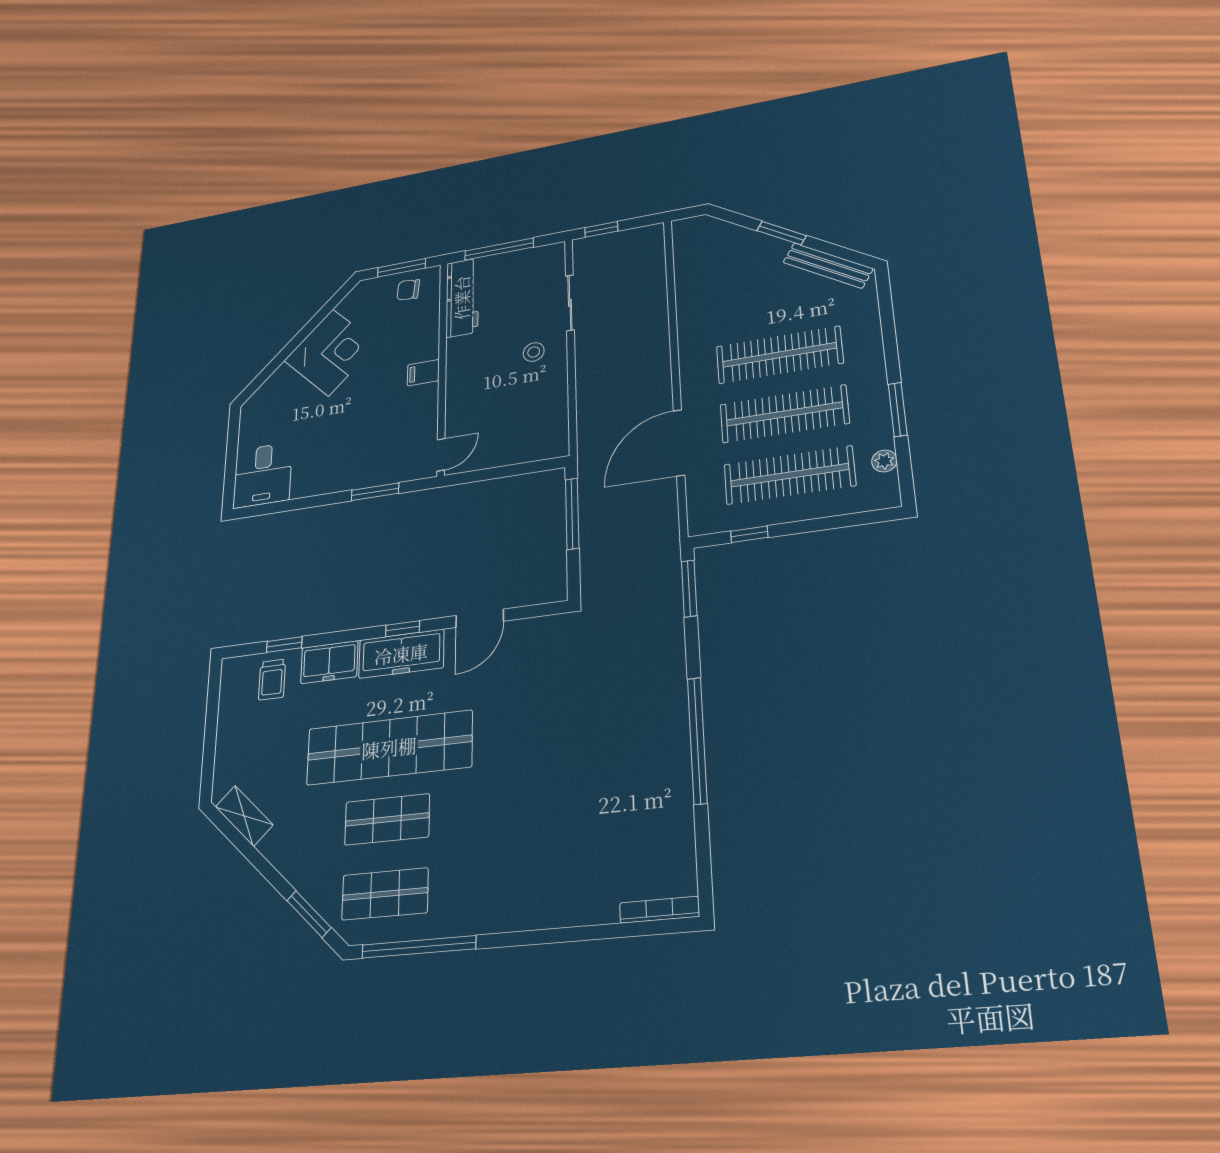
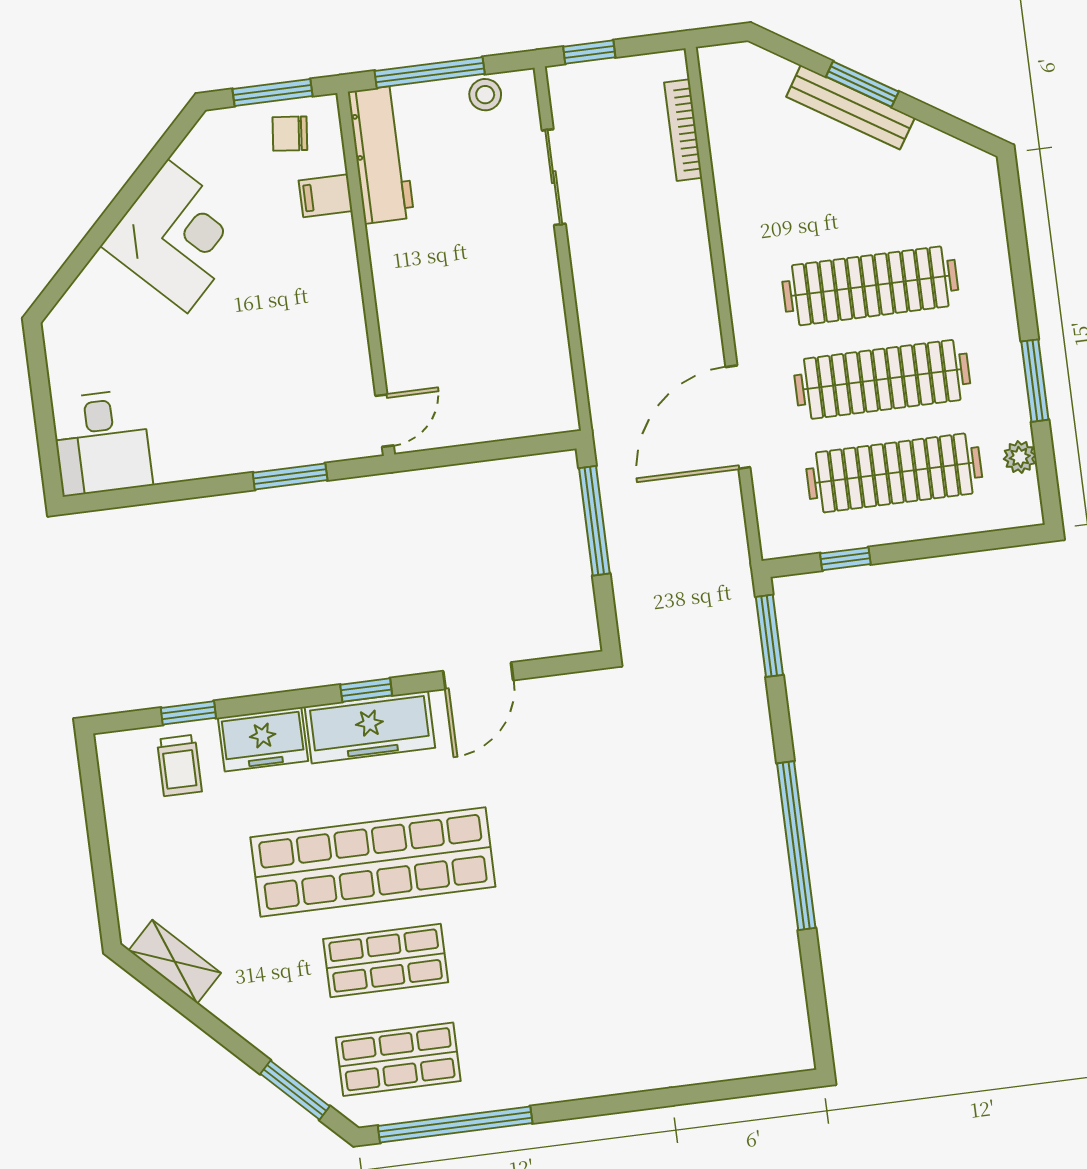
bench: (828, 266) -> (850, 107), moved
stool: (534, 352) -> (485, 95), moved
filing cabinet: (423, 373) -> (326, 196), moved
bookcase: (659, 910) -> (683, 130), moved, turned -90

